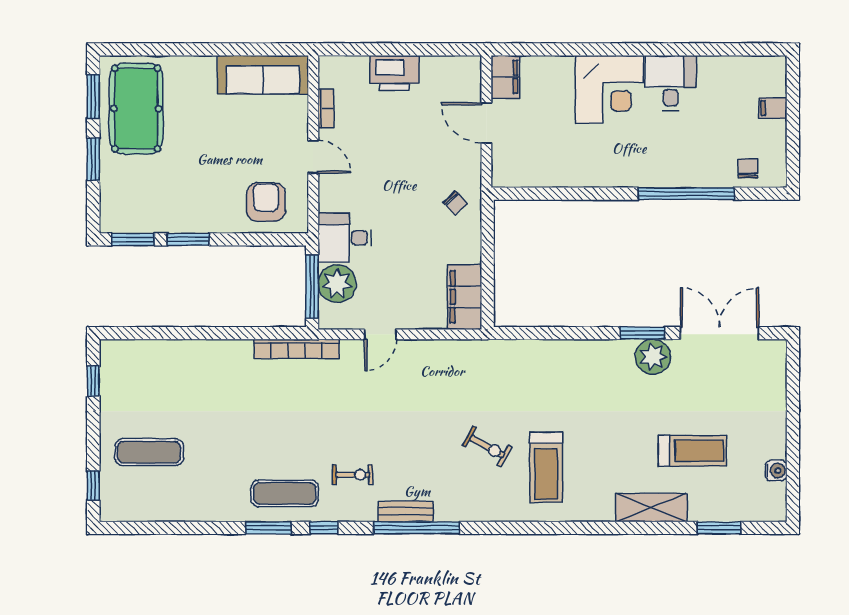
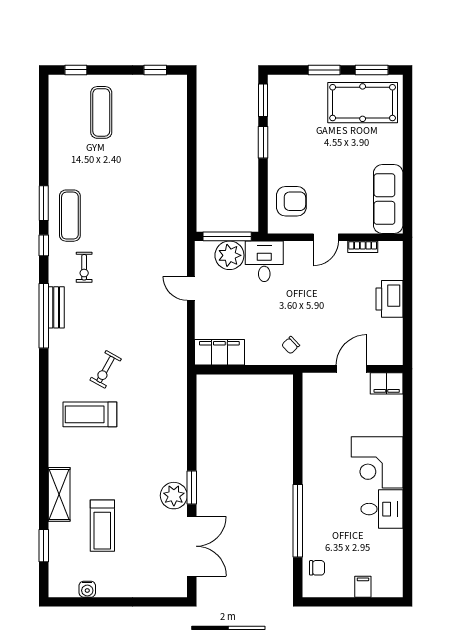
bookcase: (297, 349) -> (180, 225), removed

